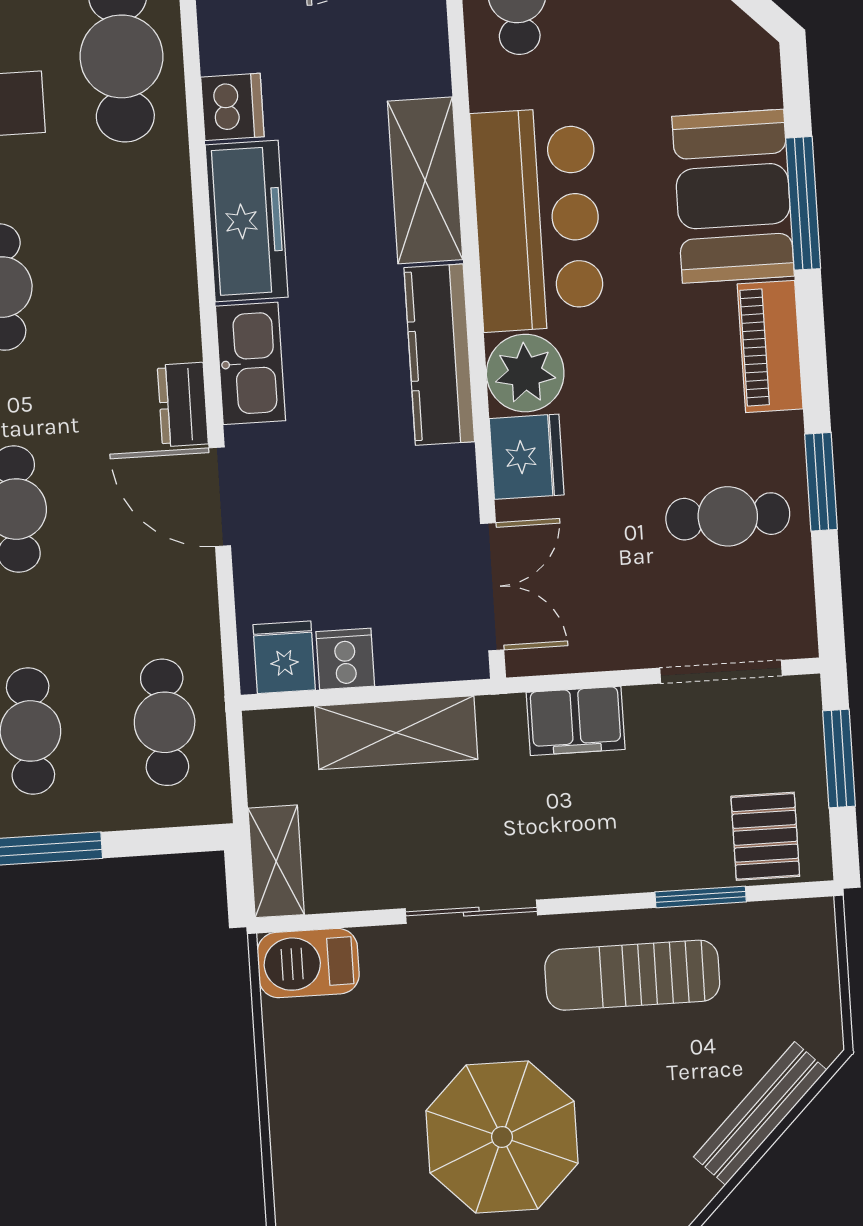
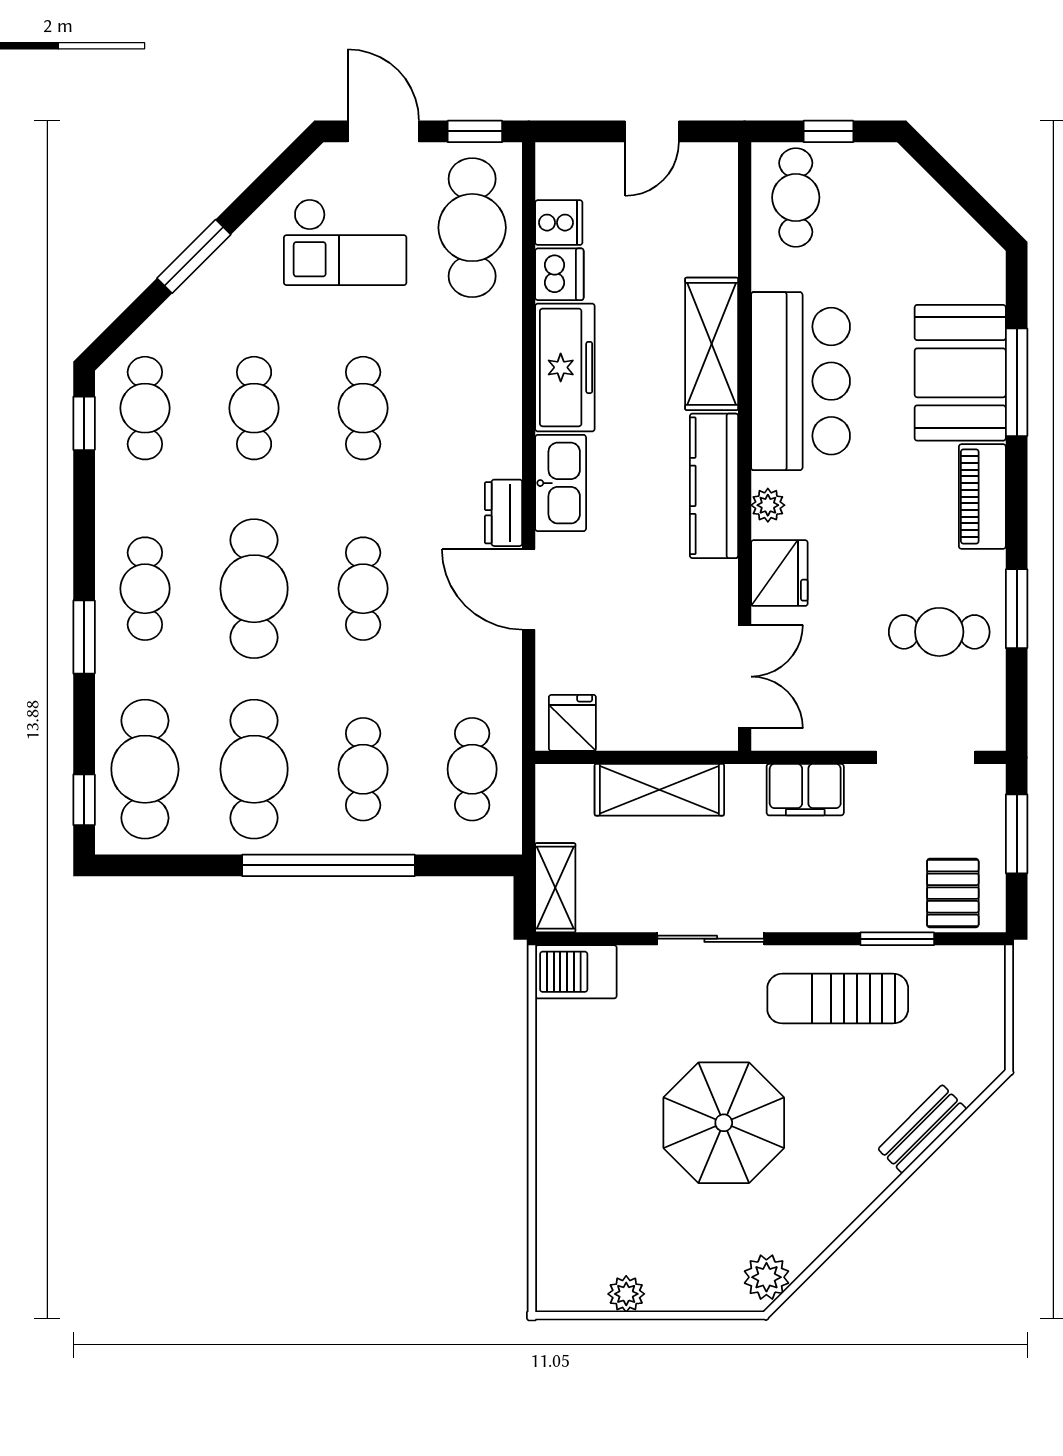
plant: (525, 373) -> (768, 505), width x0.53, depth x0.53
cooker: (345, 659) -> (559, 223), moved, turned 90
bench: (760, 1113) -> (922, 1129), width x0.73

